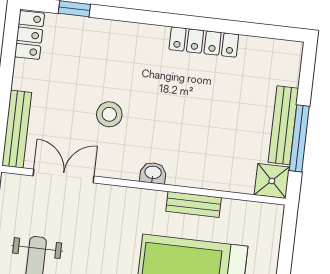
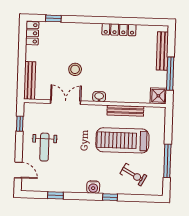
bench: (283, 125) -> (162, 51), moved
double door: (64, 176) -> (66, 102), moved
bench: (194, 204) -> (125, 111), width x1.36

